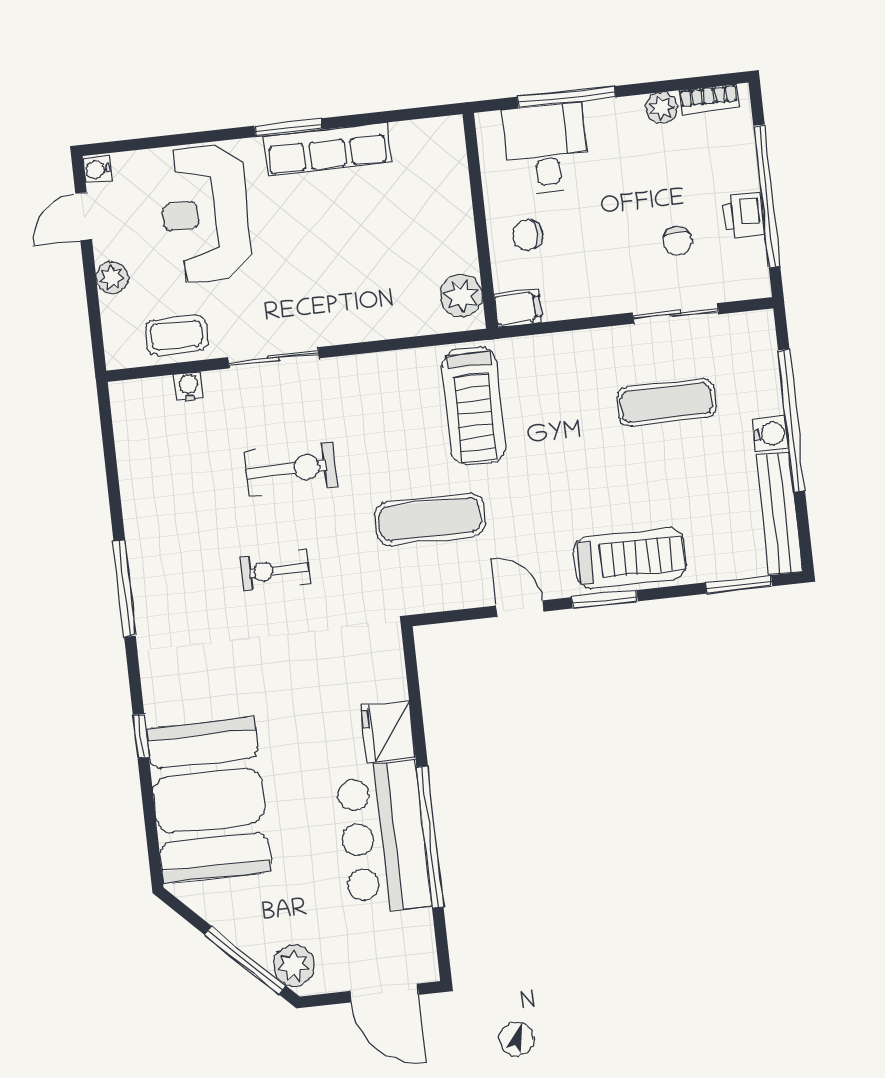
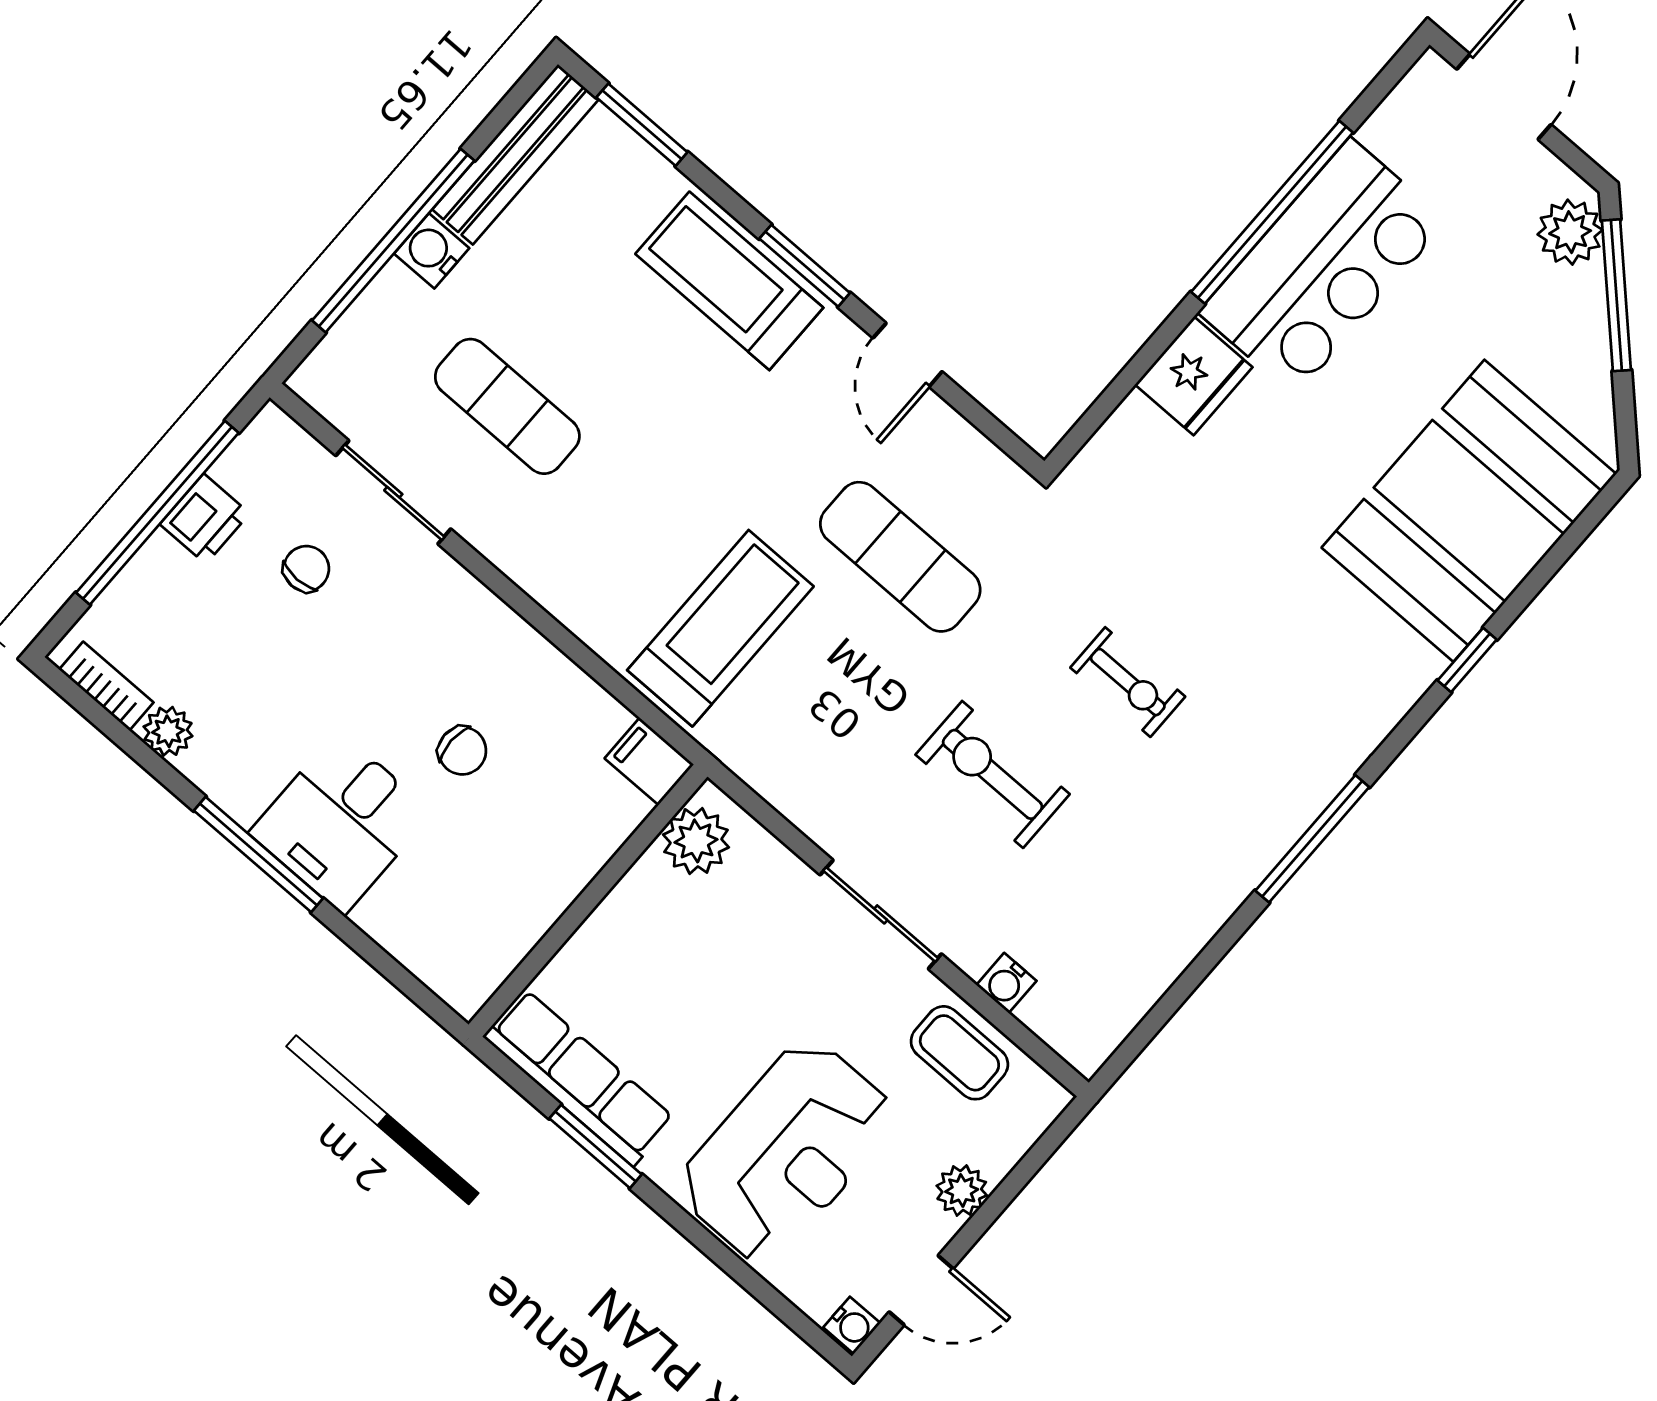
wall: (480, 221) -> (588, 900), moved
plant: (461, 296) -> (696, 841), moved
filing cabinet: (518, 308) -> (649, 761), moved

